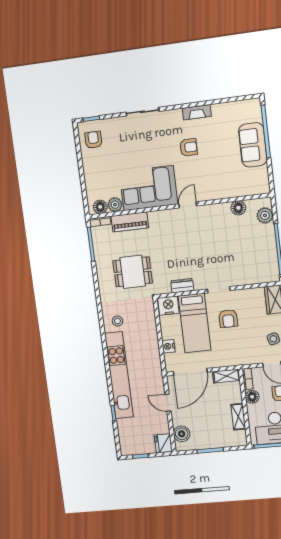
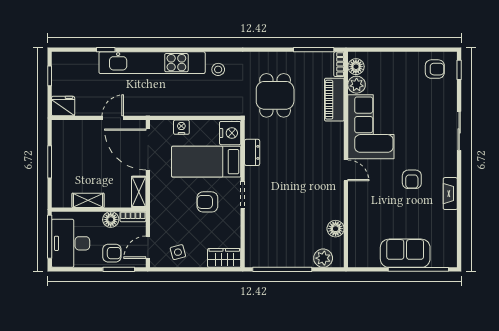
boiler: (182, 434) -> (73, 130), removed

